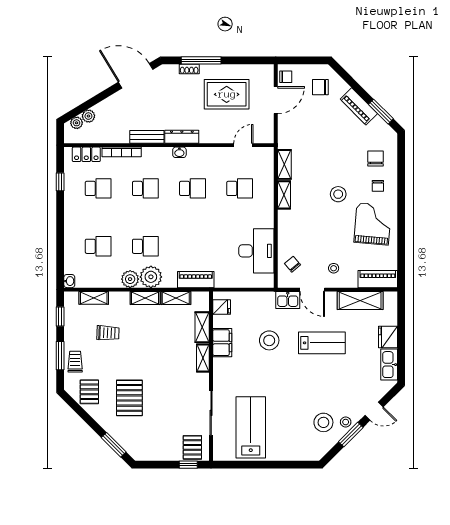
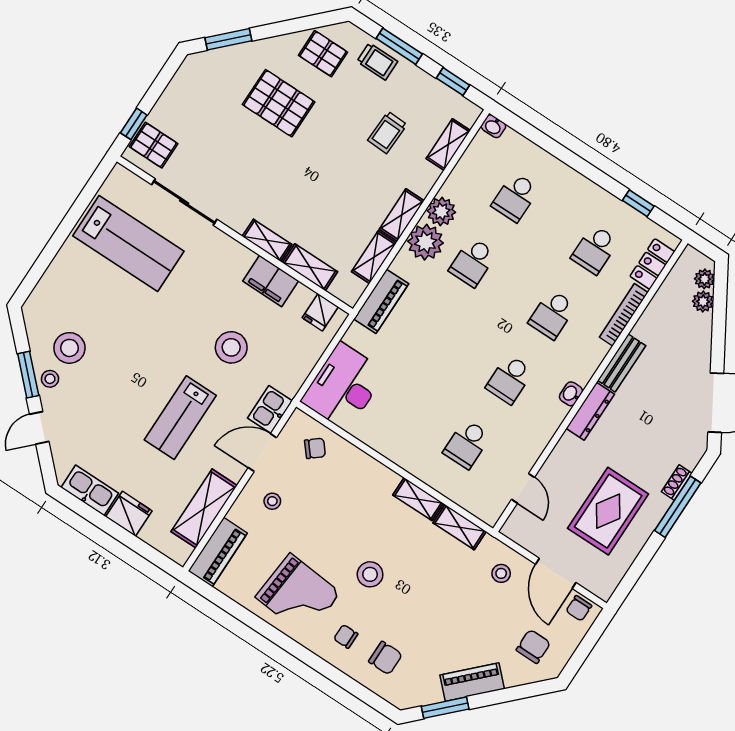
stool: (294, 128) -> (501, 573), added
desk: (256, 251) -> (344, 387), moved, turned 90

